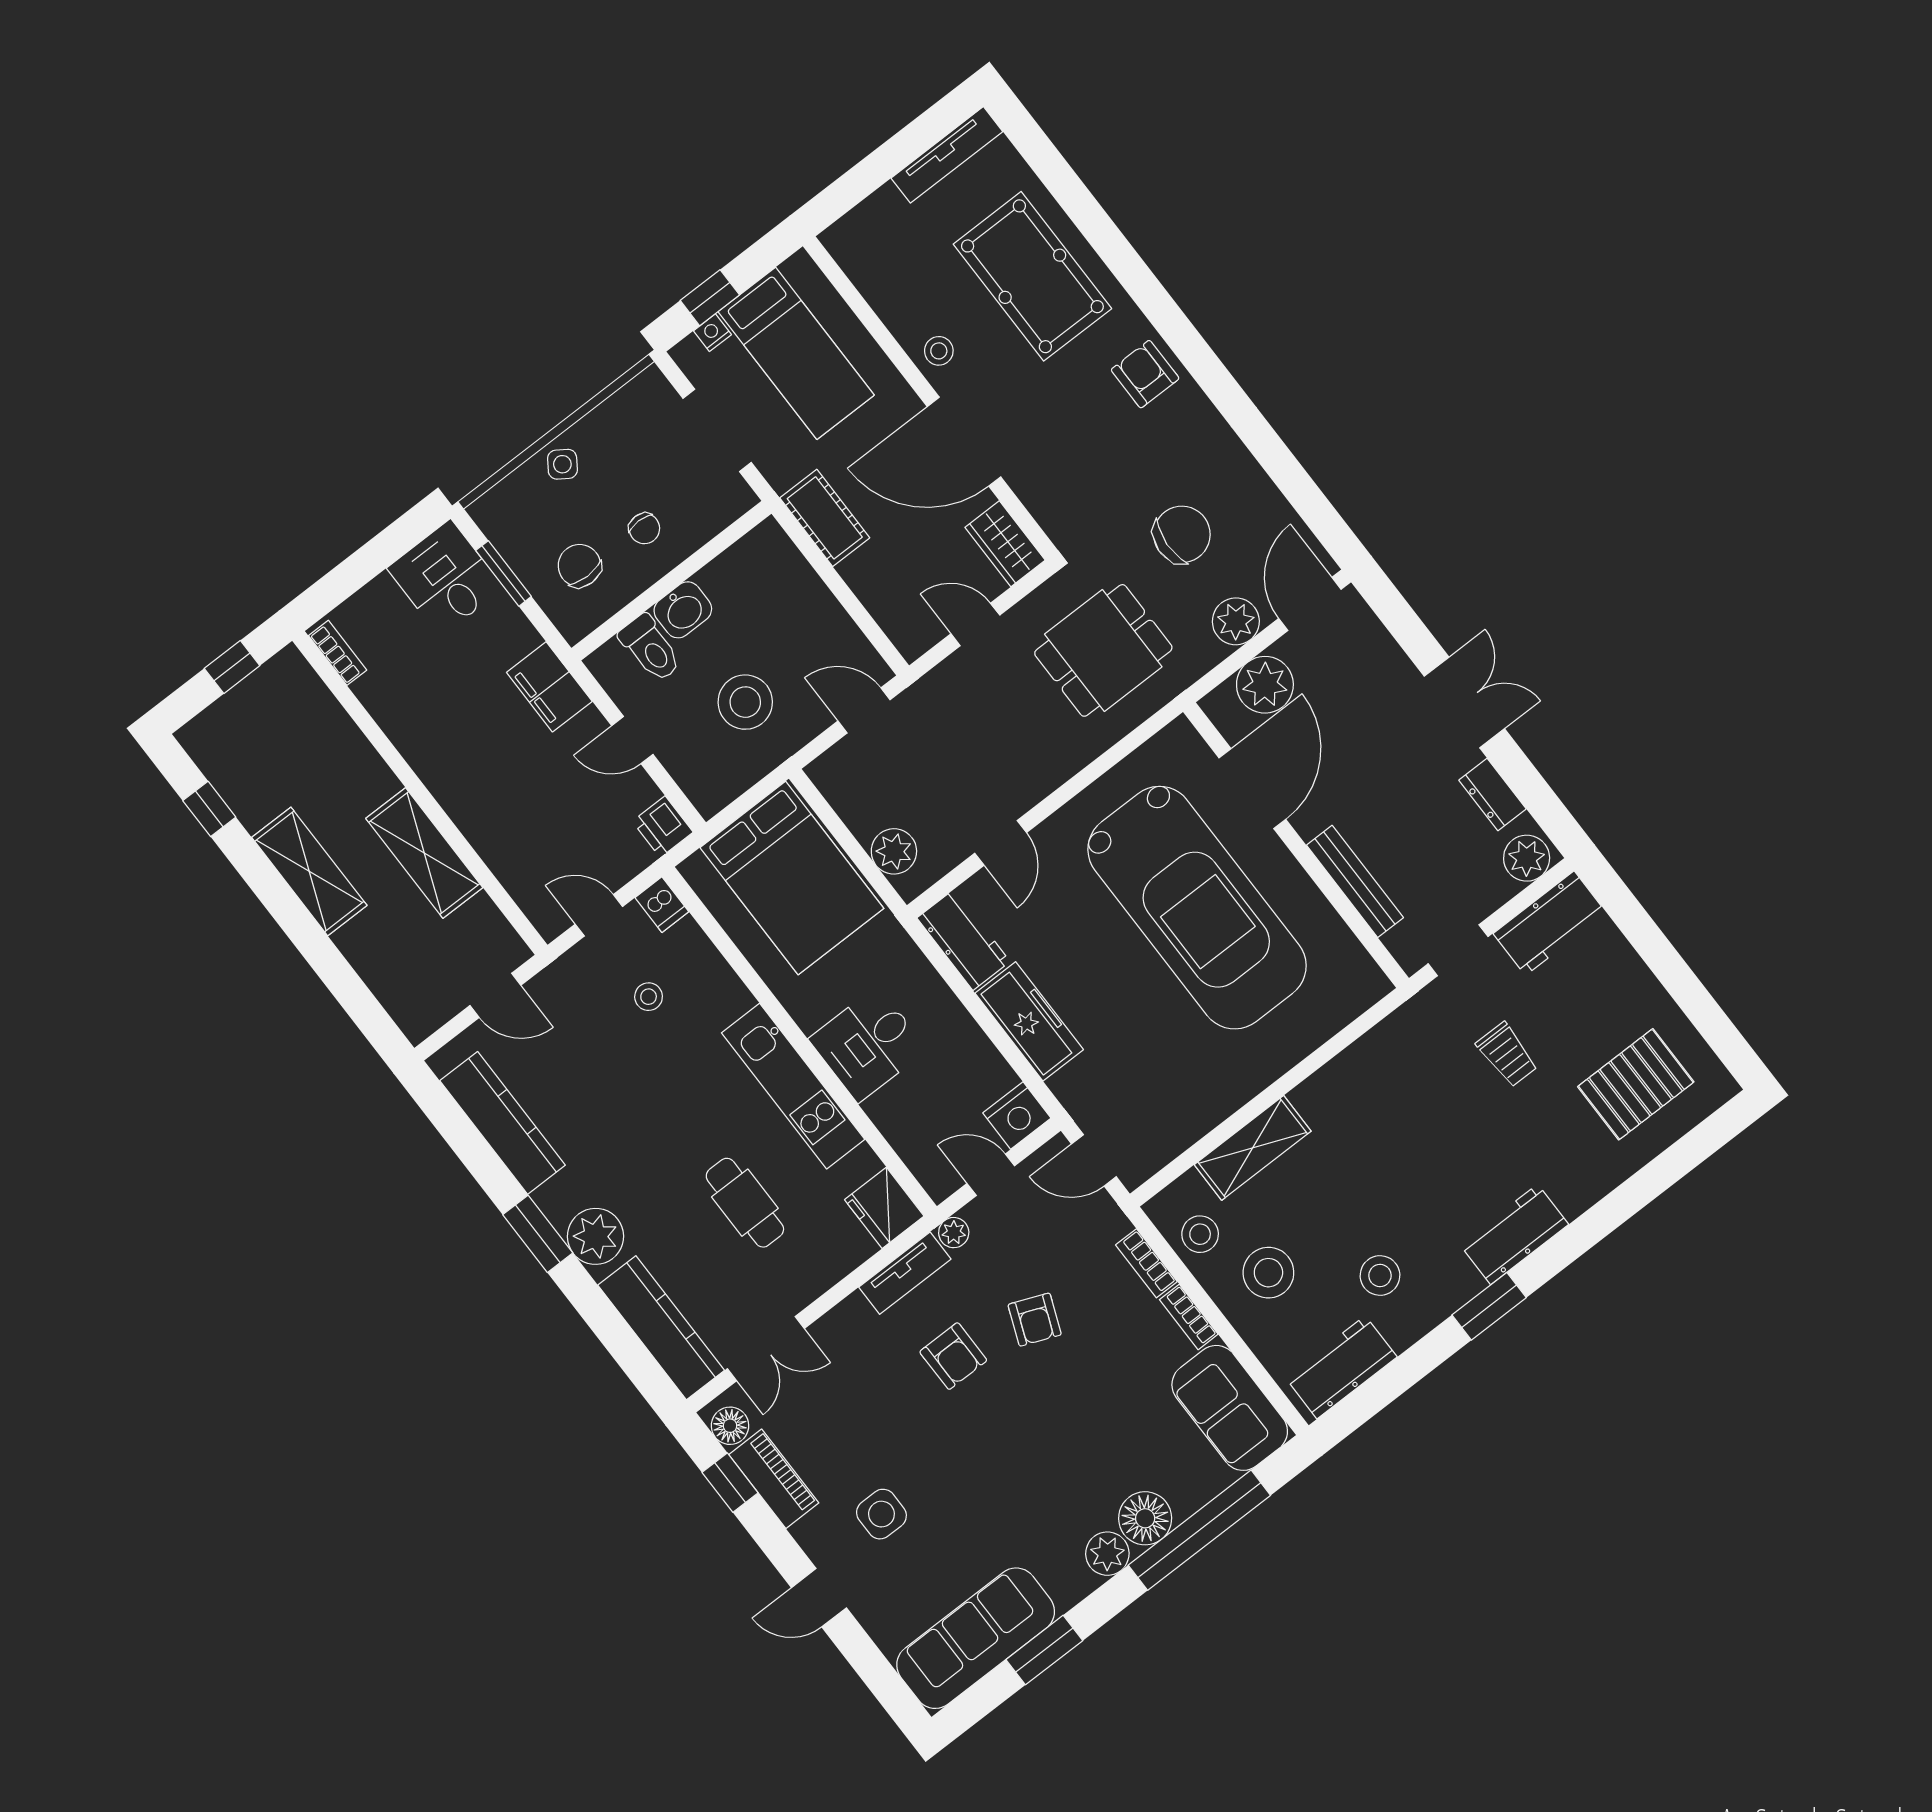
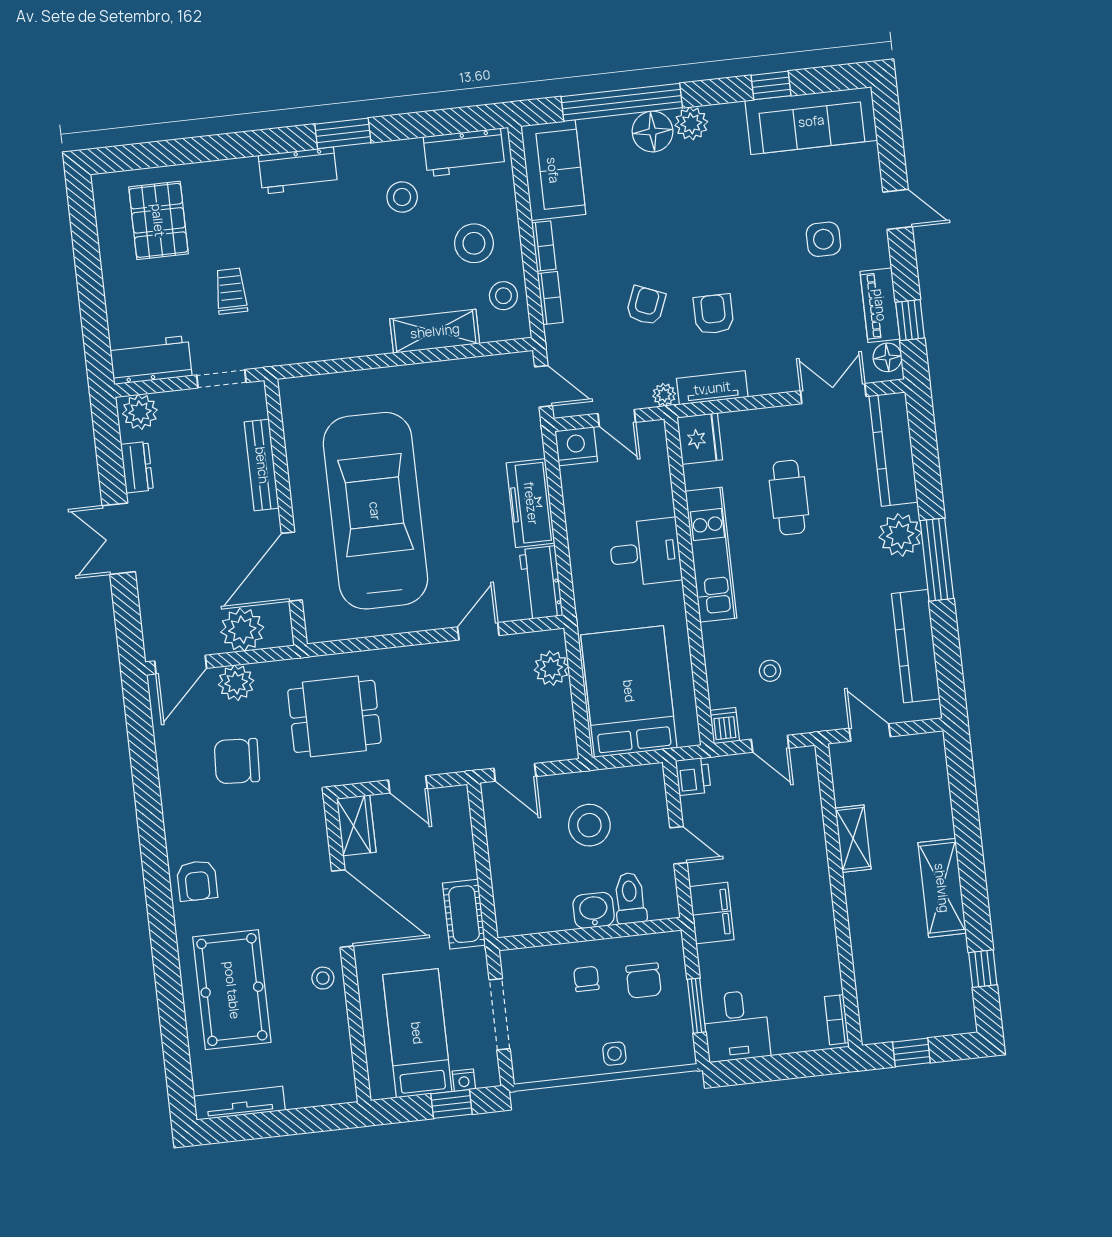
side table: (562, 464) -> (614, 1054), turned -34
shelving: (424, 853) -> (853, 839), width x0.67, depth x0.75
pallet: (1636, 1084) -> (158, 220), turned 90
window: (538, 1234) -> (937, 560), width x1.44
window: (1044, 1650) -> (771, 85), width x0.67

